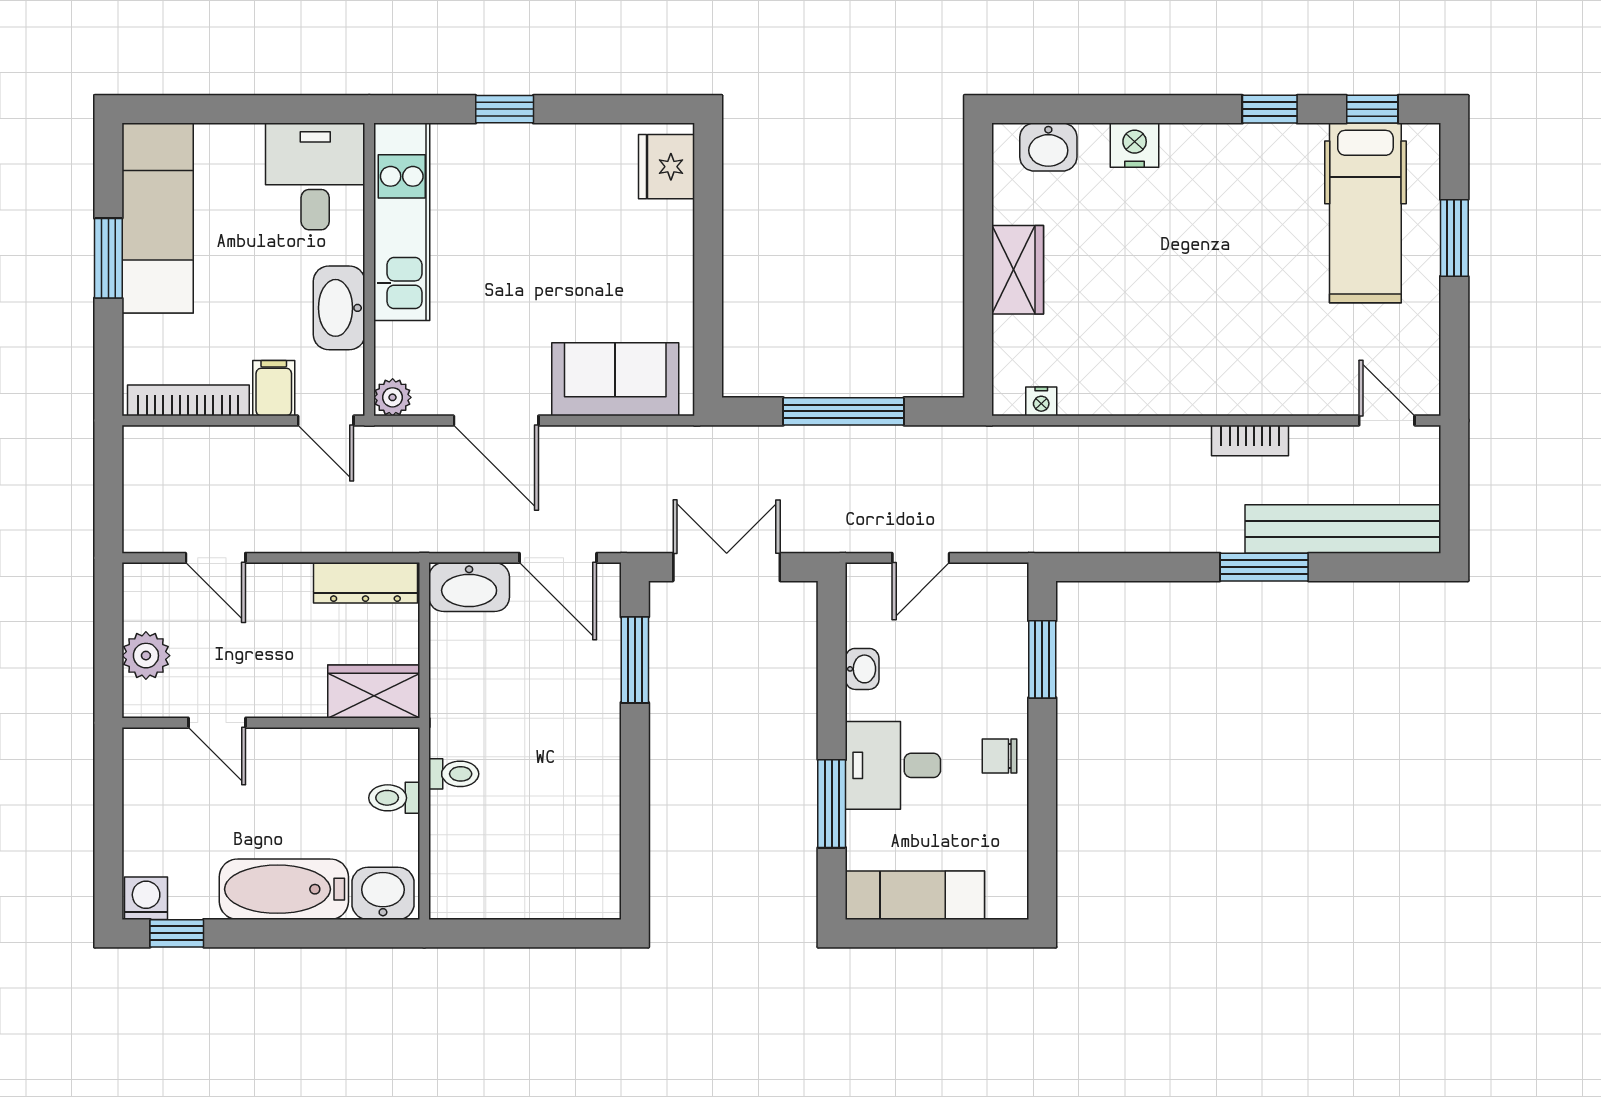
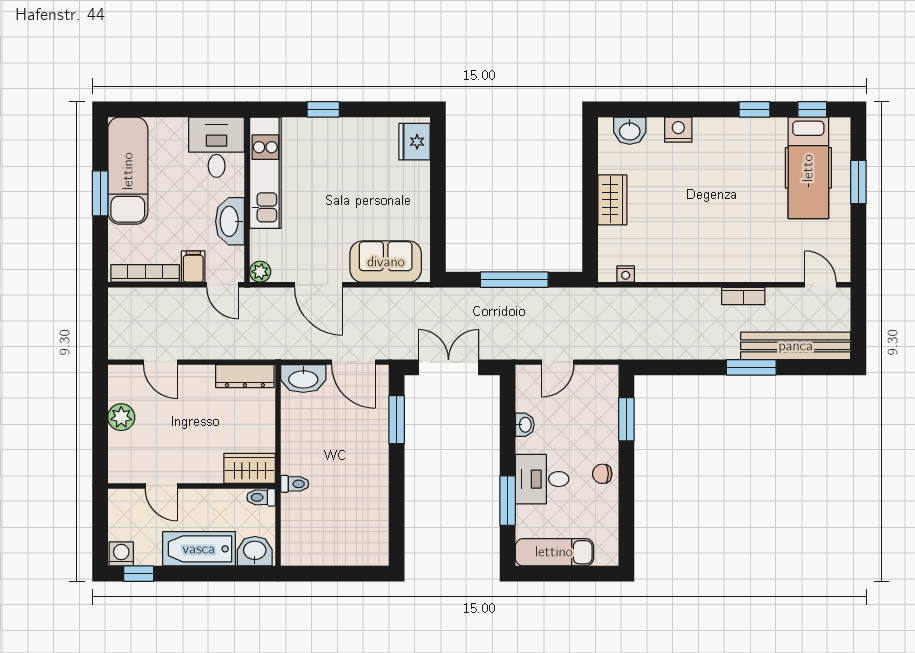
wardrobe: (374, 692) -> (250, 468), moved
door: (217, 723) -> (161, 486), moved
wall: (271, 723) -> (192, 486), moved

